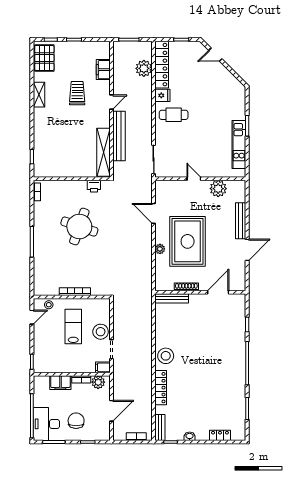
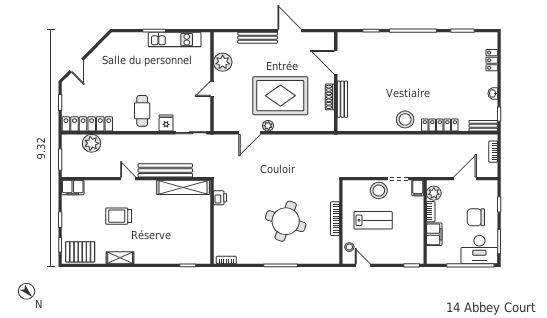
filing cabinet: (103, 70) -> (73, 188), moved
fridge: (162, 95) -> (166, 123), moved
round table: (79, 227) -> (286, 221), moved
plant: (160, 249) -> (268, 126), moved
bench: (172, 298) -> (342, 99), moved
lab bench: (73, 327) -> (373, 220), turned 180
door: (111, 411) -> (465, 179), hinge flipped

